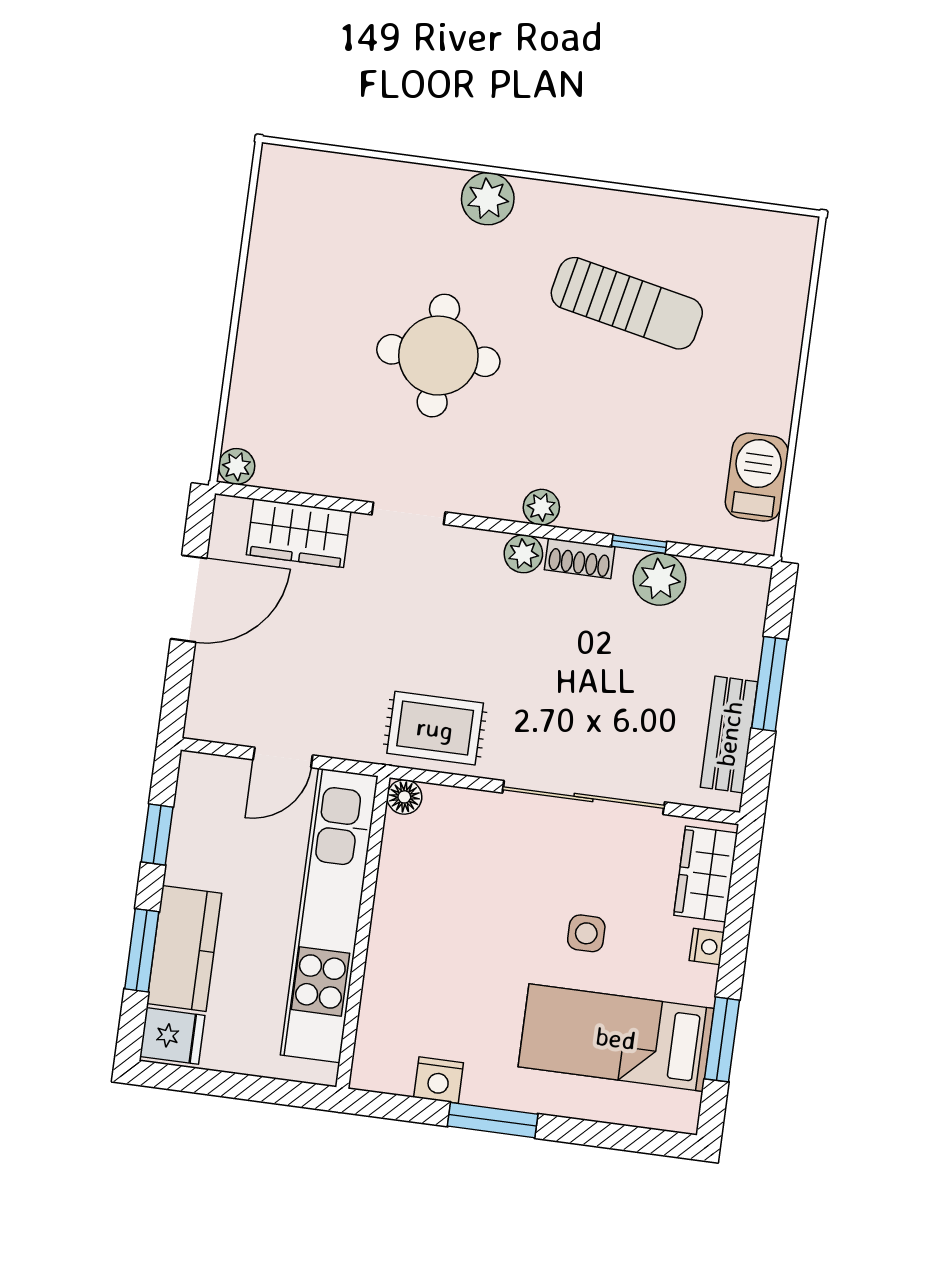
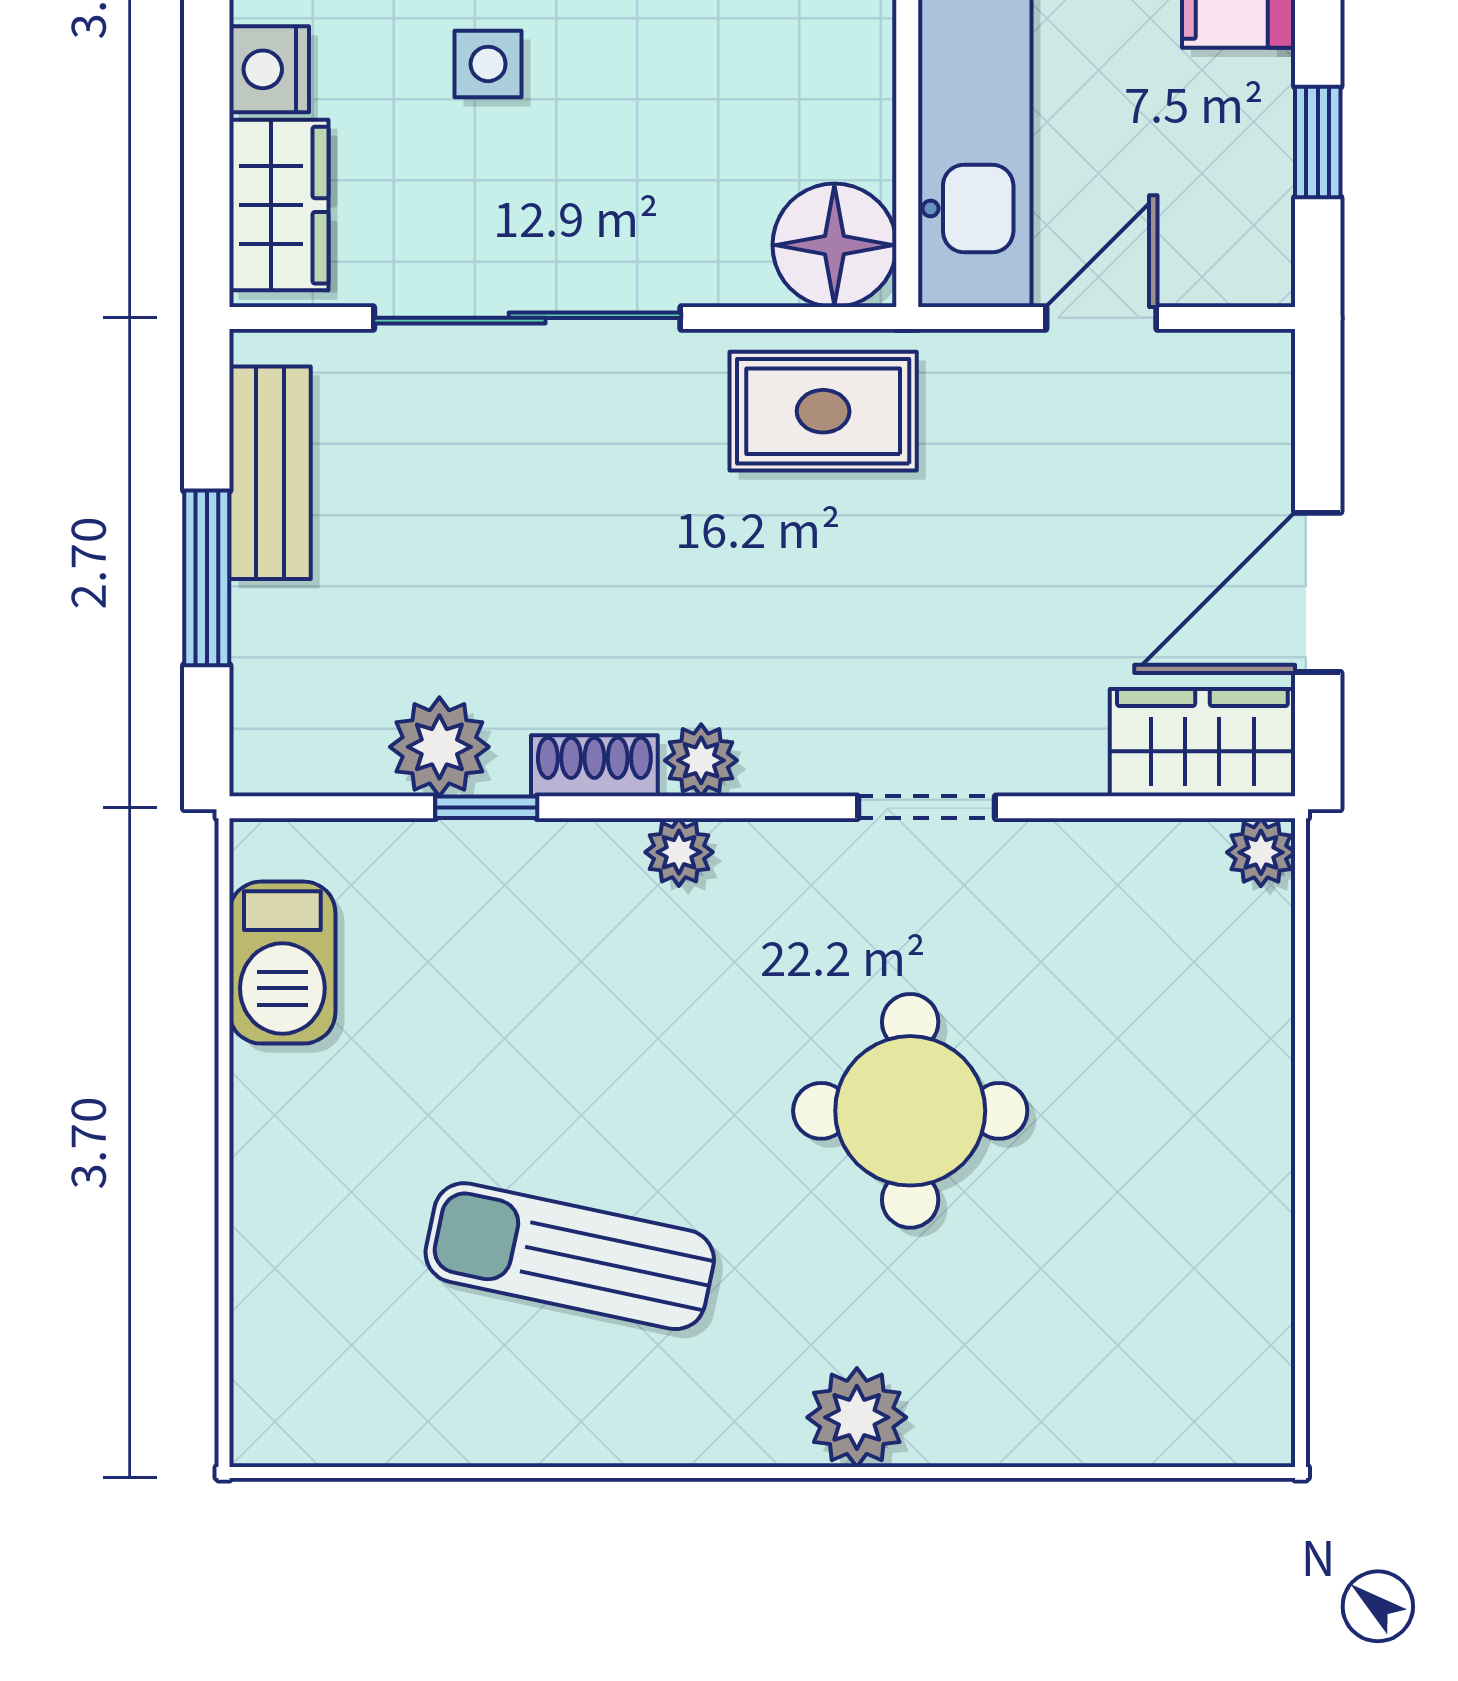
wardrobe: (299, 533) -> (1202, 743), moved
floor lamp: (404, 797) -> (834, 245), width x1.89, depth x1.89
nightstand: (707, 947) -> (269, 69), width x1.39, depth x1.35

